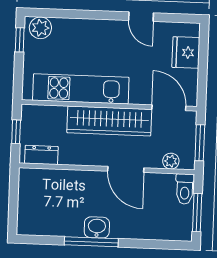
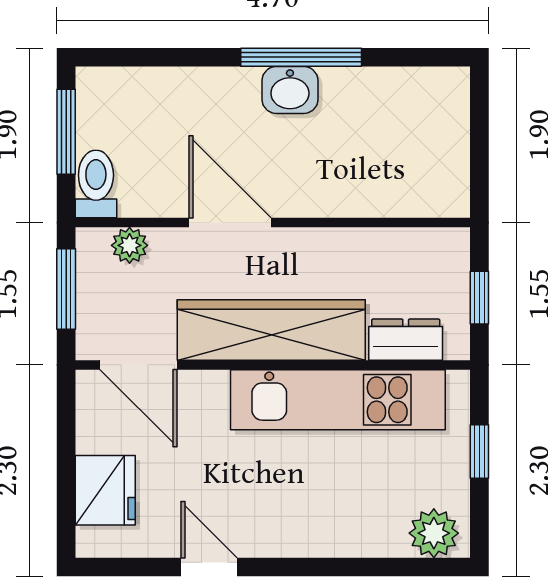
window: (20, 40) -> (479, 452), moved
dresser: (41, 155) -> (406, 340), moved, turned 180

